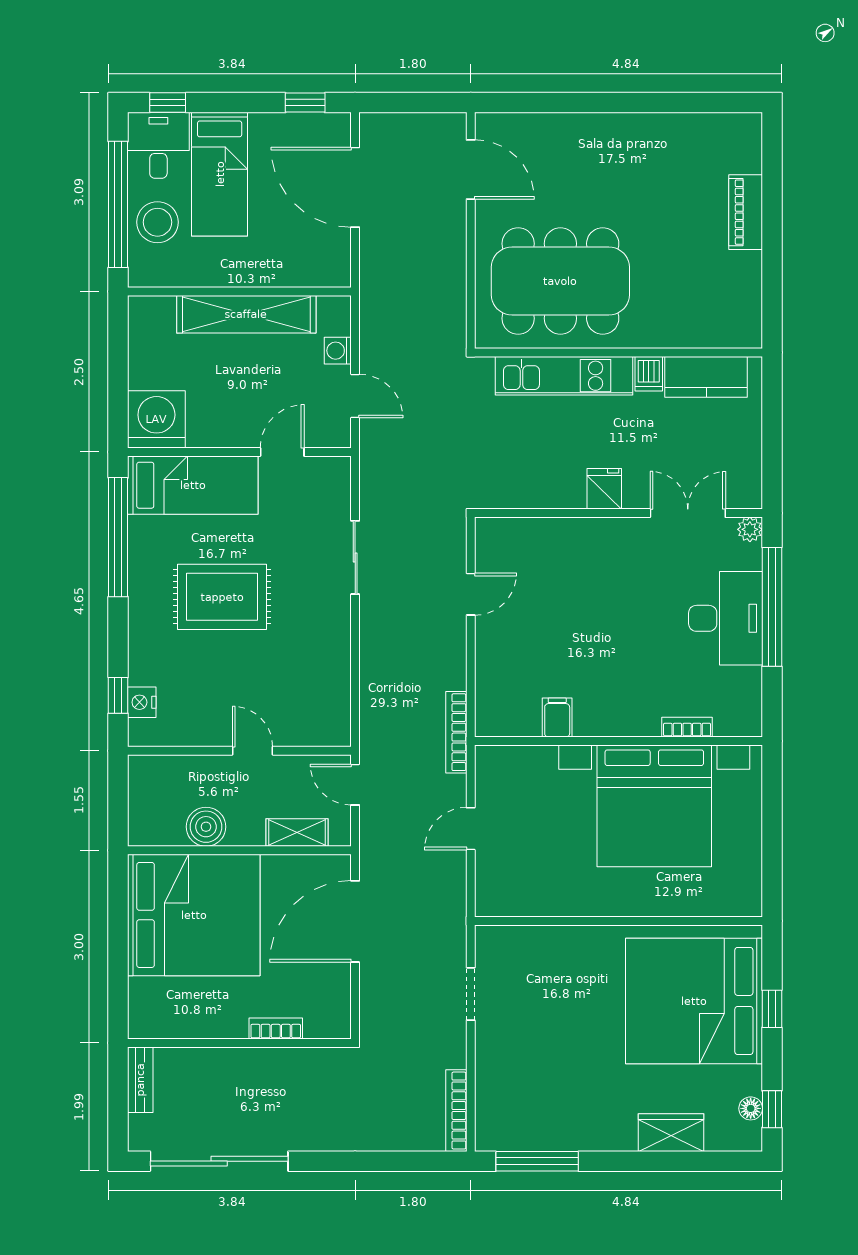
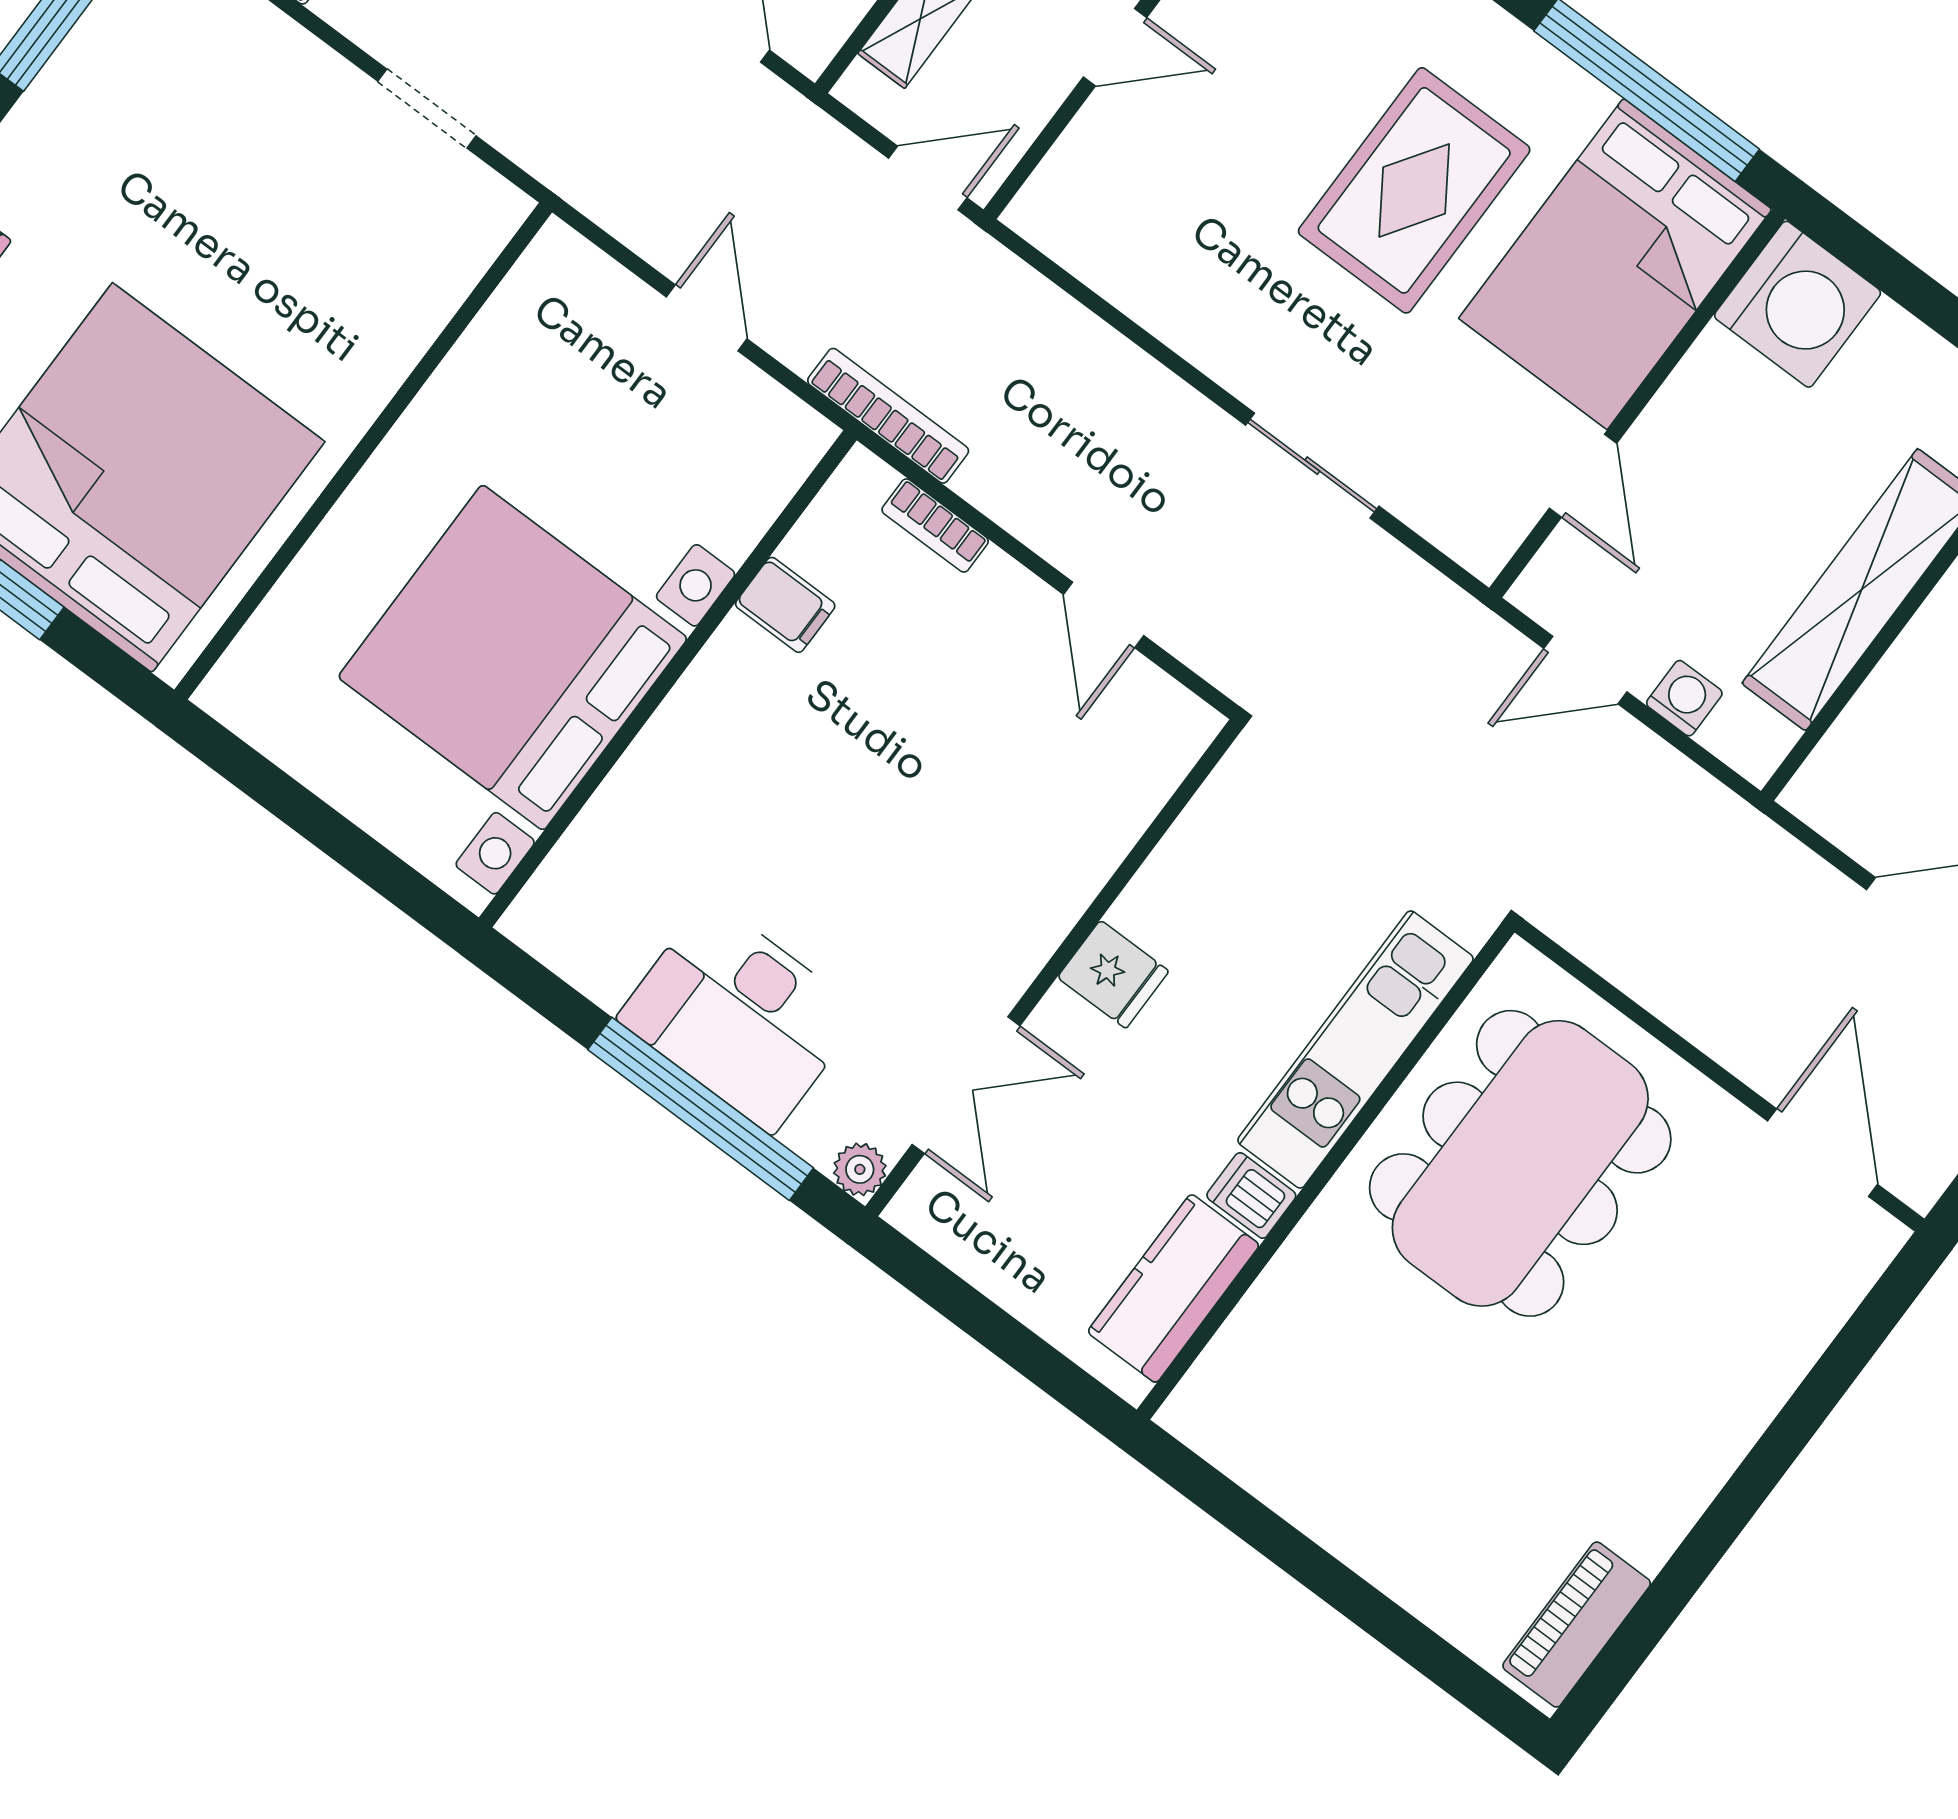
door: (471, 170) -> (1823, 1153), swing flipped
piano: (746, 212) -> (1577, 1625), moved, turned -90
bed: (193, 485) -> (1615, 264), width x1.50
bookcase: (687, 727) -> (935, 526), moved, turned 90

